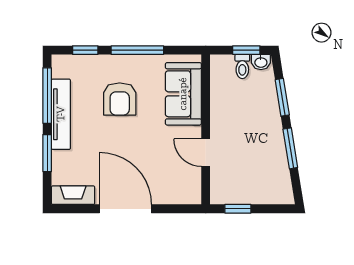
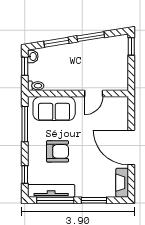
window: (137, 50) -> (25, 124), moved
toilet: (242, 66) -> (36, 86), moved
tv unit: (61, 114) -> (51, 191), moved
door: (125, 209) -> (131, 147), hinge flipped
window: (238, 209) -> (131, 46), moved

